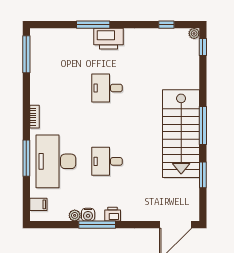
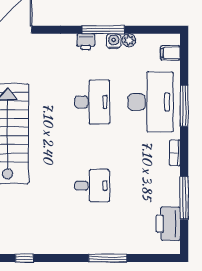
printer: (108, 39) -> (168, 224), moved, turned -90
window: (26, 54) -> (184, 198), moved
desk: (107, 161) -> (92, 102), width x1.37

